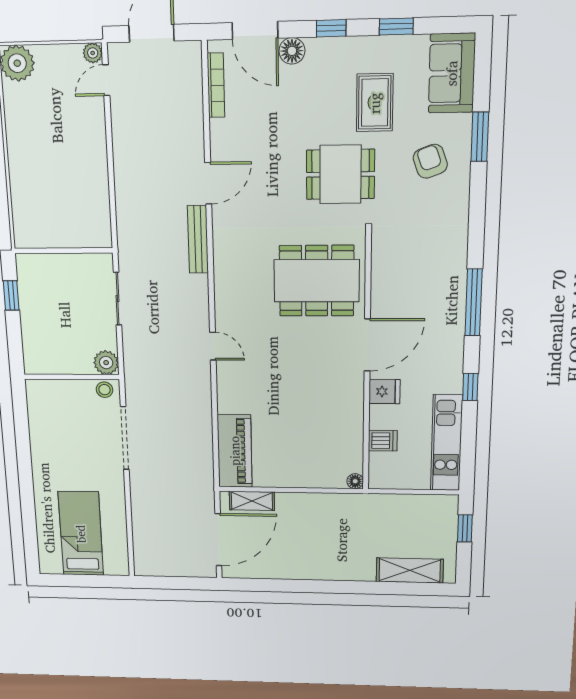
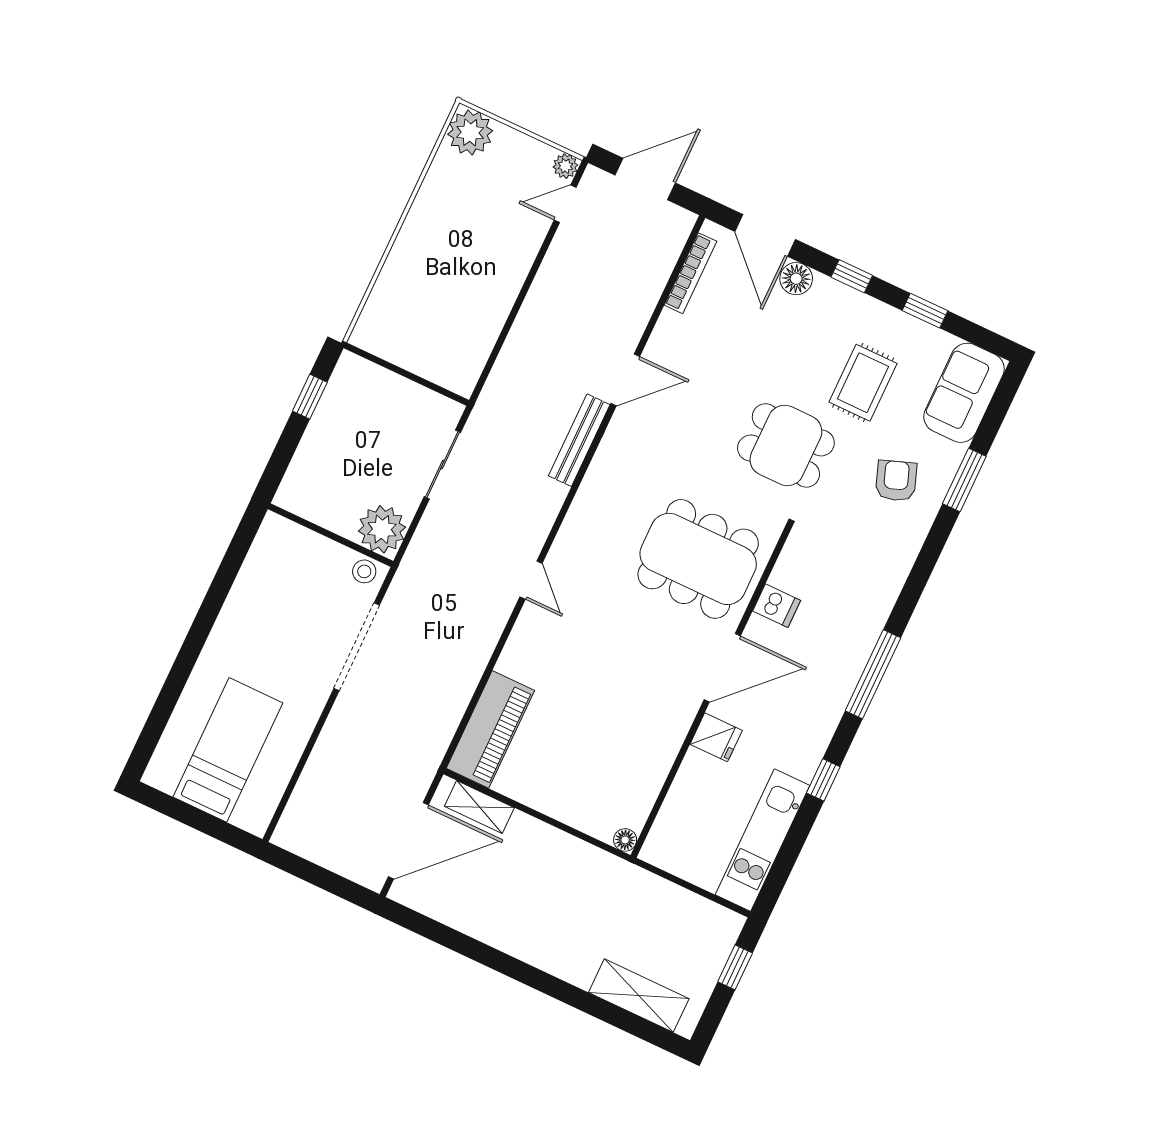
plant: (106, 363) -> (382, 529), width x1.36, depth x1.36
dishwasher: (383, 441) -> (777, 606), moved

